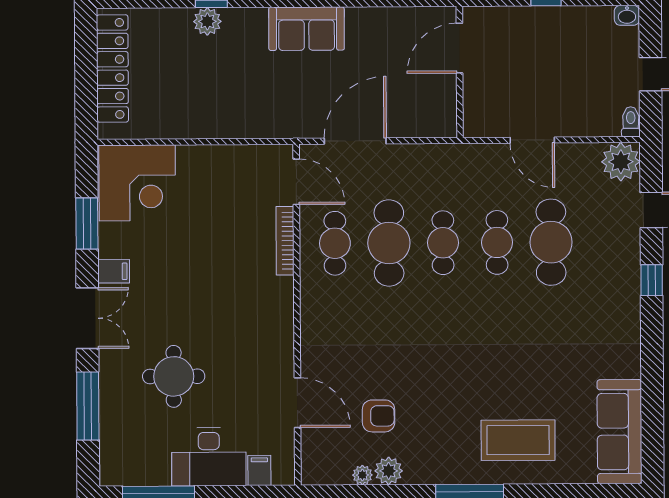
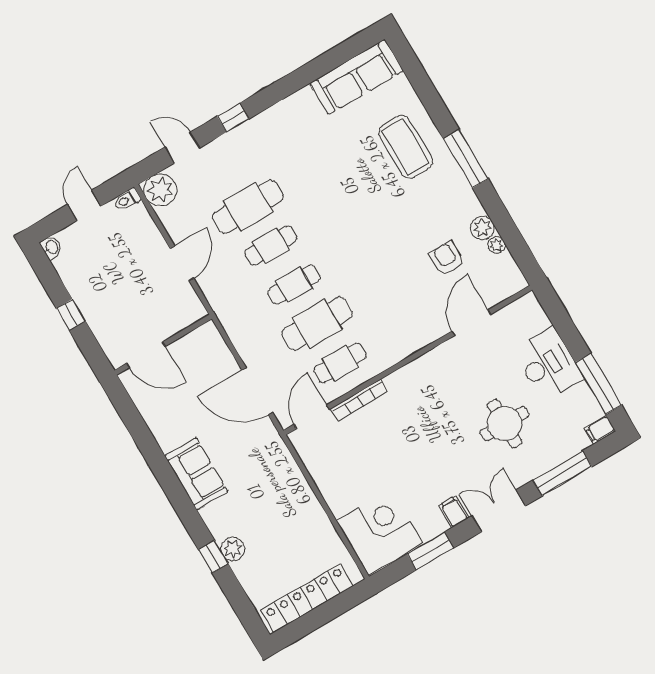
filing cabinet: (259, 470) -> (600, 430), moved

